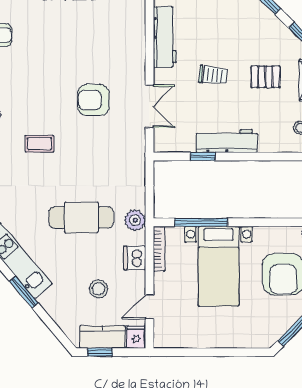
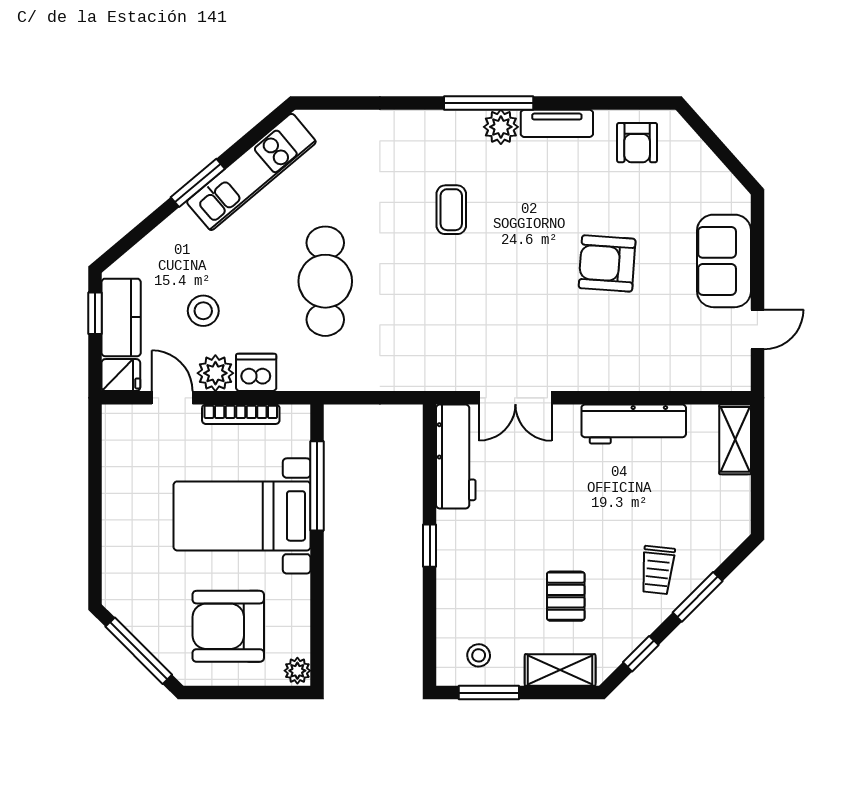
trolley: (213, 75) -> (658, 570), moved
armchair: (94, 100) -> (607, 263), moved, turned -86
workbench: (227, 141) -> (456, 457), moved
window: (203, 156) -> (430, 546), moved
plant: (135, 220) -> (215, 373), moved
bookcase: (159, 249) -> (241, 414), moved

